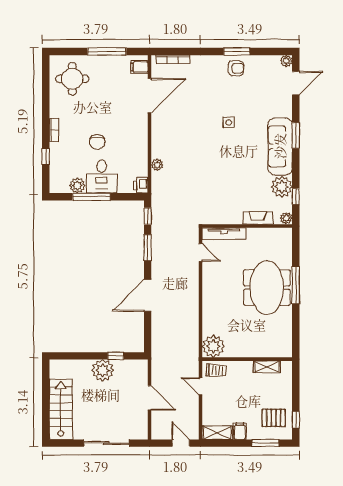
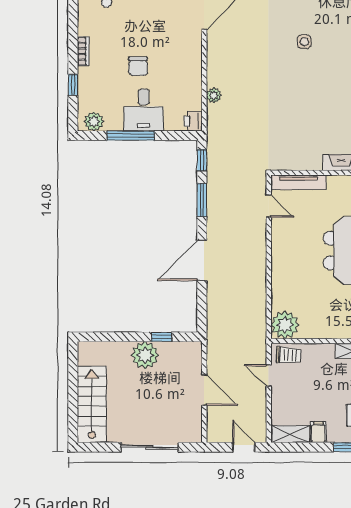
plant: (77, 185) -> (94, 121), moved

